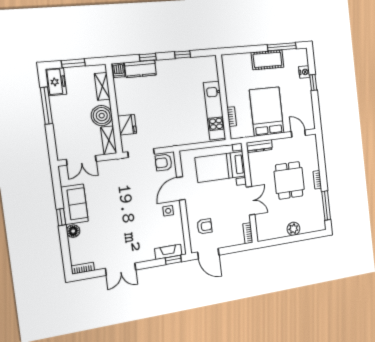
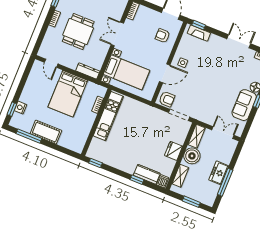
window: (183, 55) -> (96, 163), moved
freezer: (56, 82) -> (219, 173), moved
window: (313, 82) -> (12, 109), moved
fridge: (127, 125) -> (174, 151), moved

